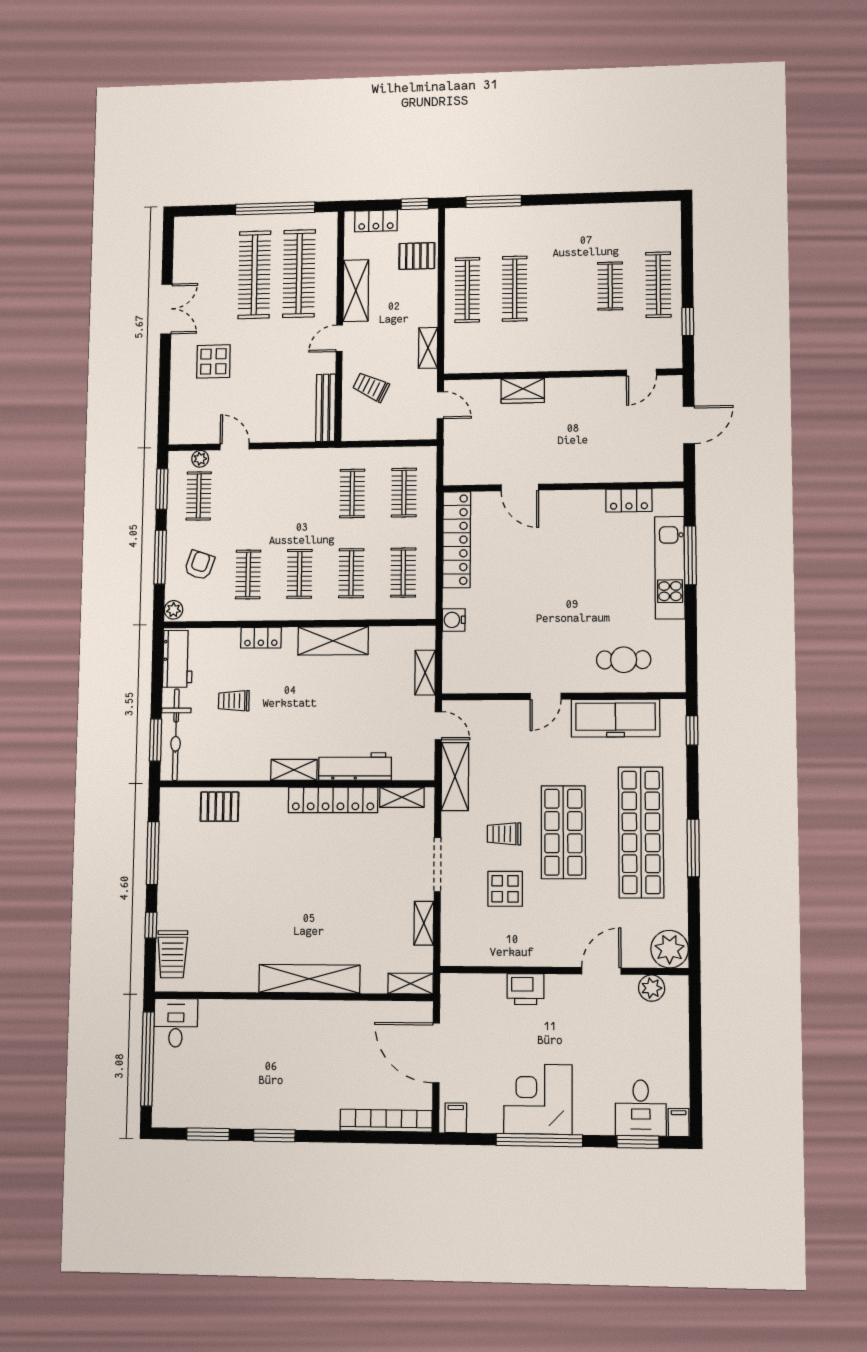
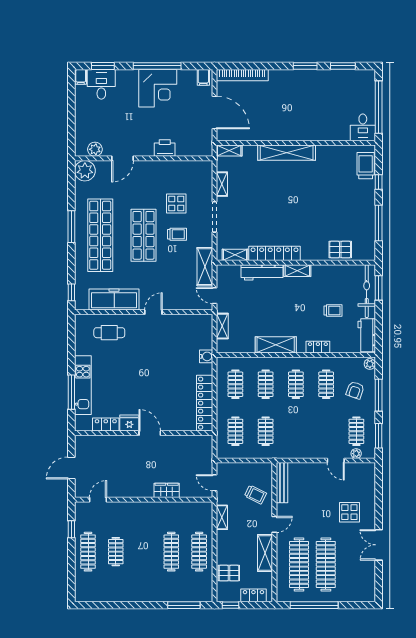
door: (520, 487) -> (150, 433), moved
fridge: (588, 504) -> (129, 423), added

